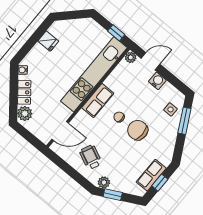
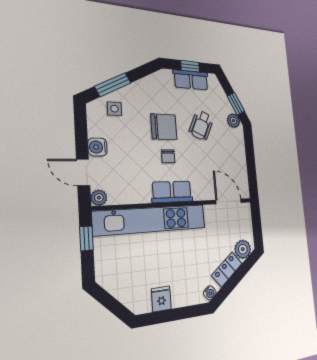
chair: (138, 130) -> (164, 127), turned -90
wheelchair: (91, 157) -> (201, 125), moved

